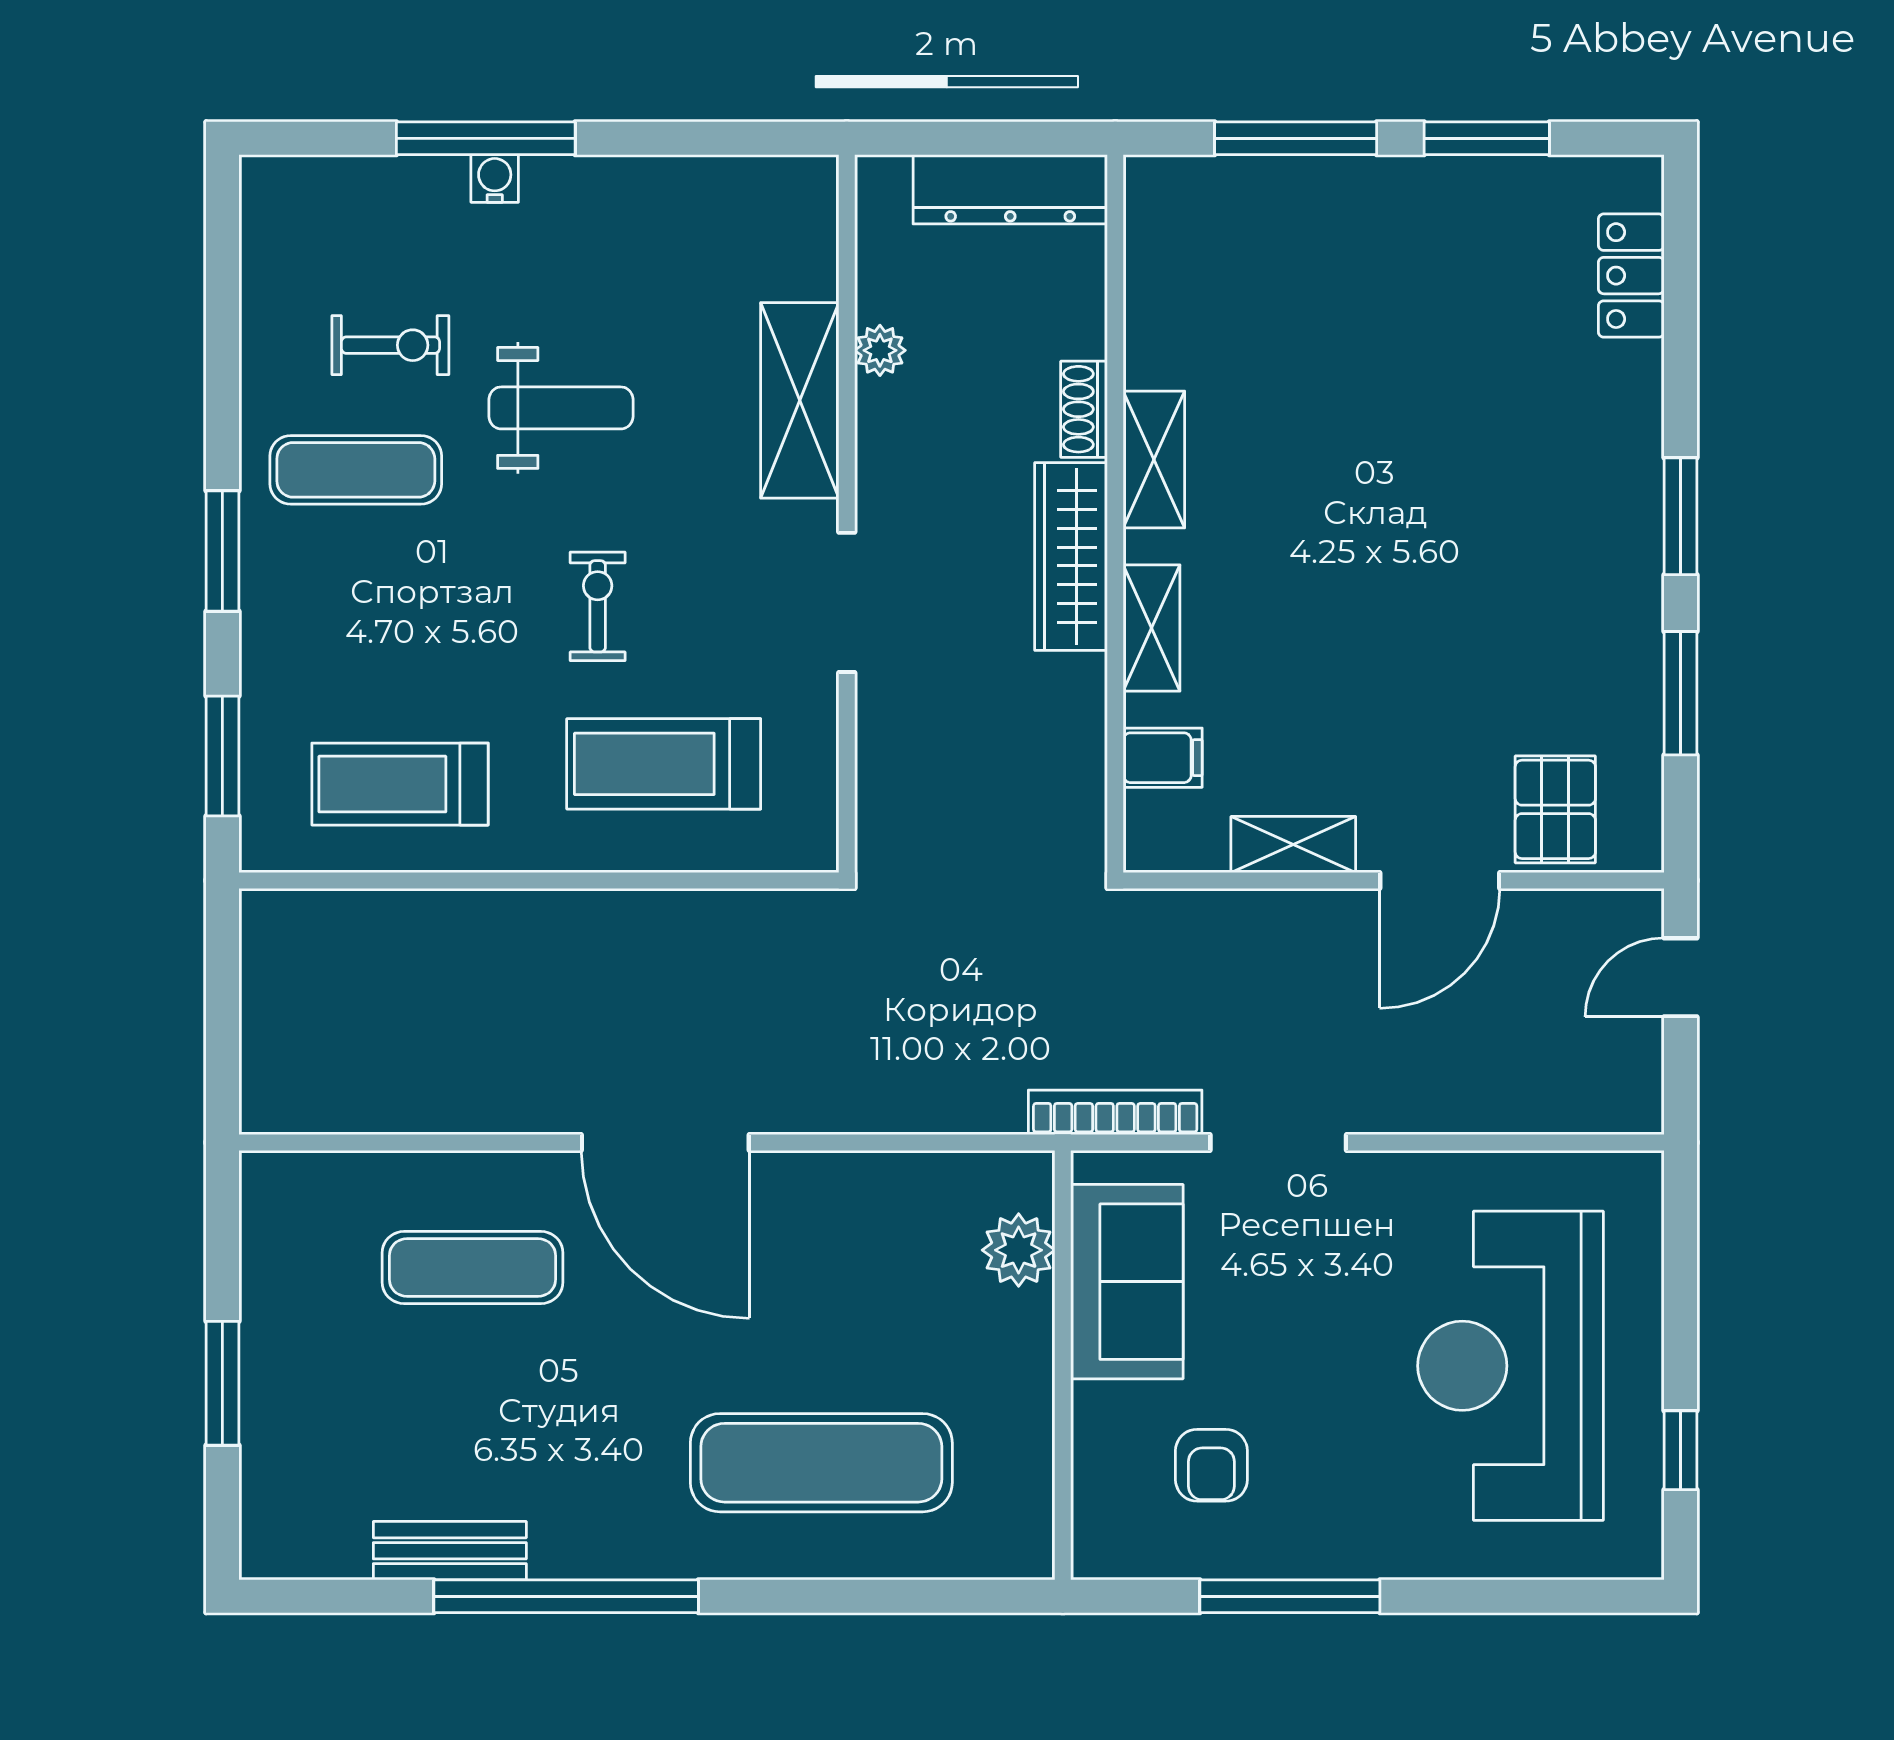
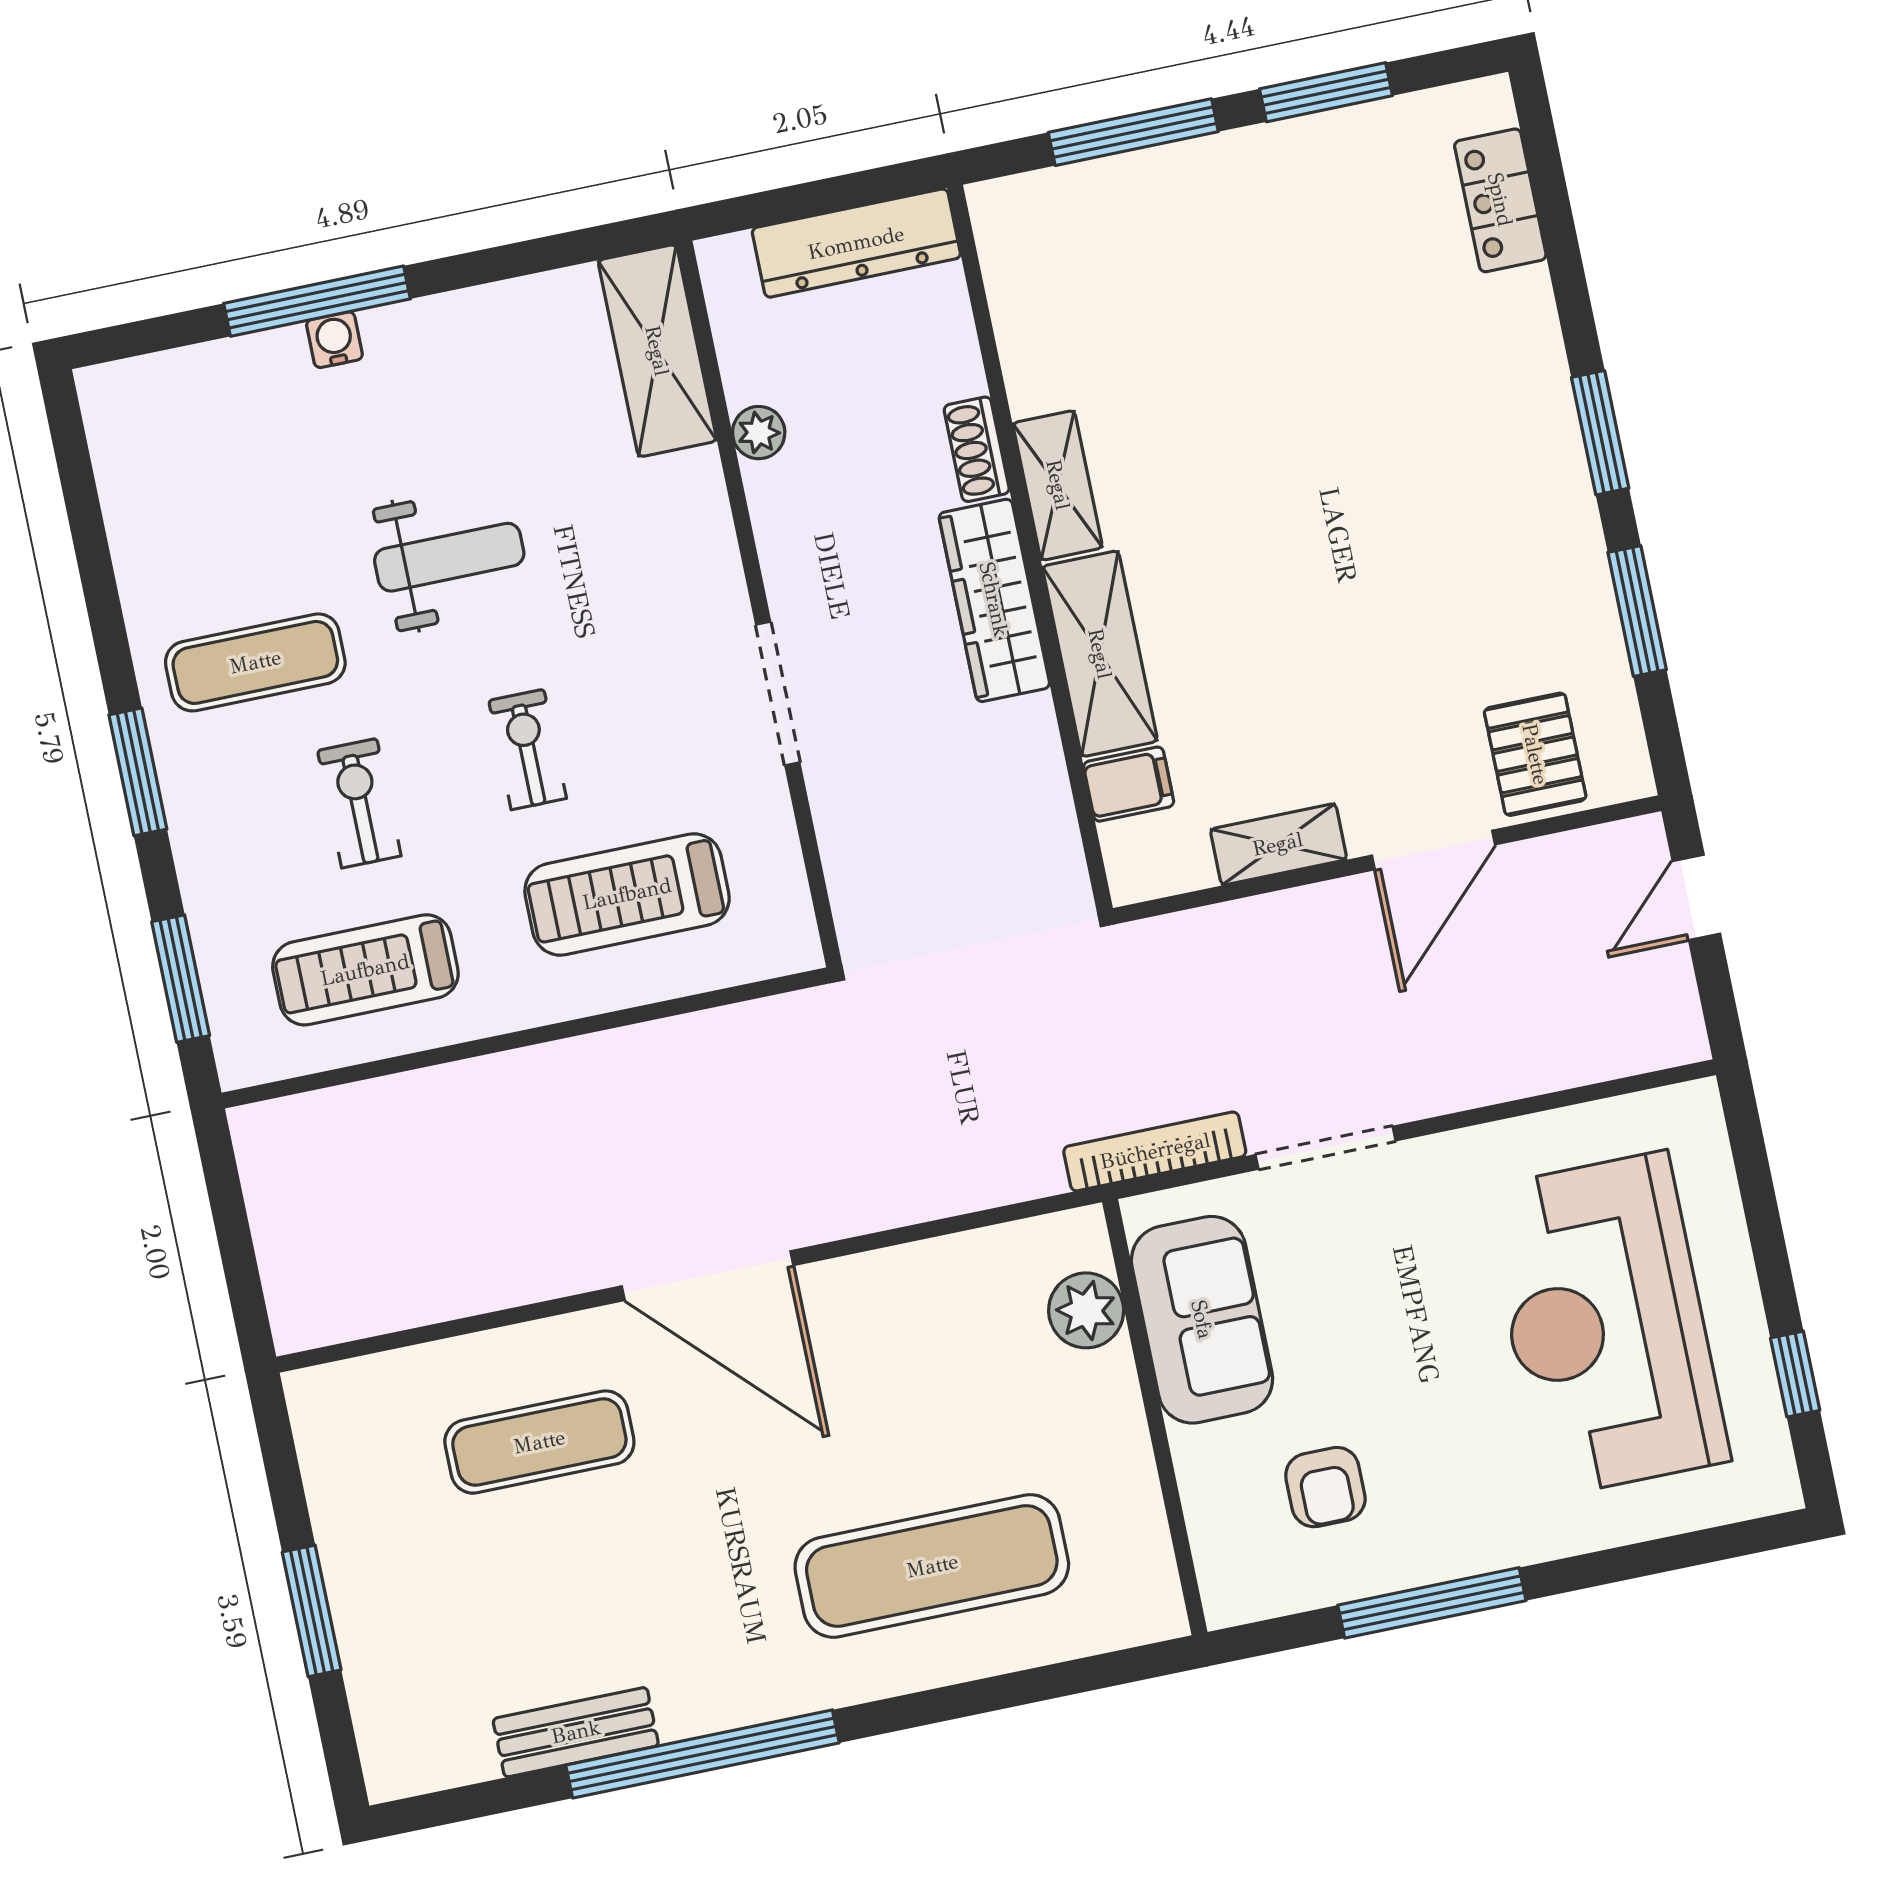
exercise bike: (390, 345) -> (359, 803), moved, turned -90
shelving: (800, 400) -> (657, 351), moved
shelving: (1152, 628) -> (1100, 654), width x1.50, depth x1.33

